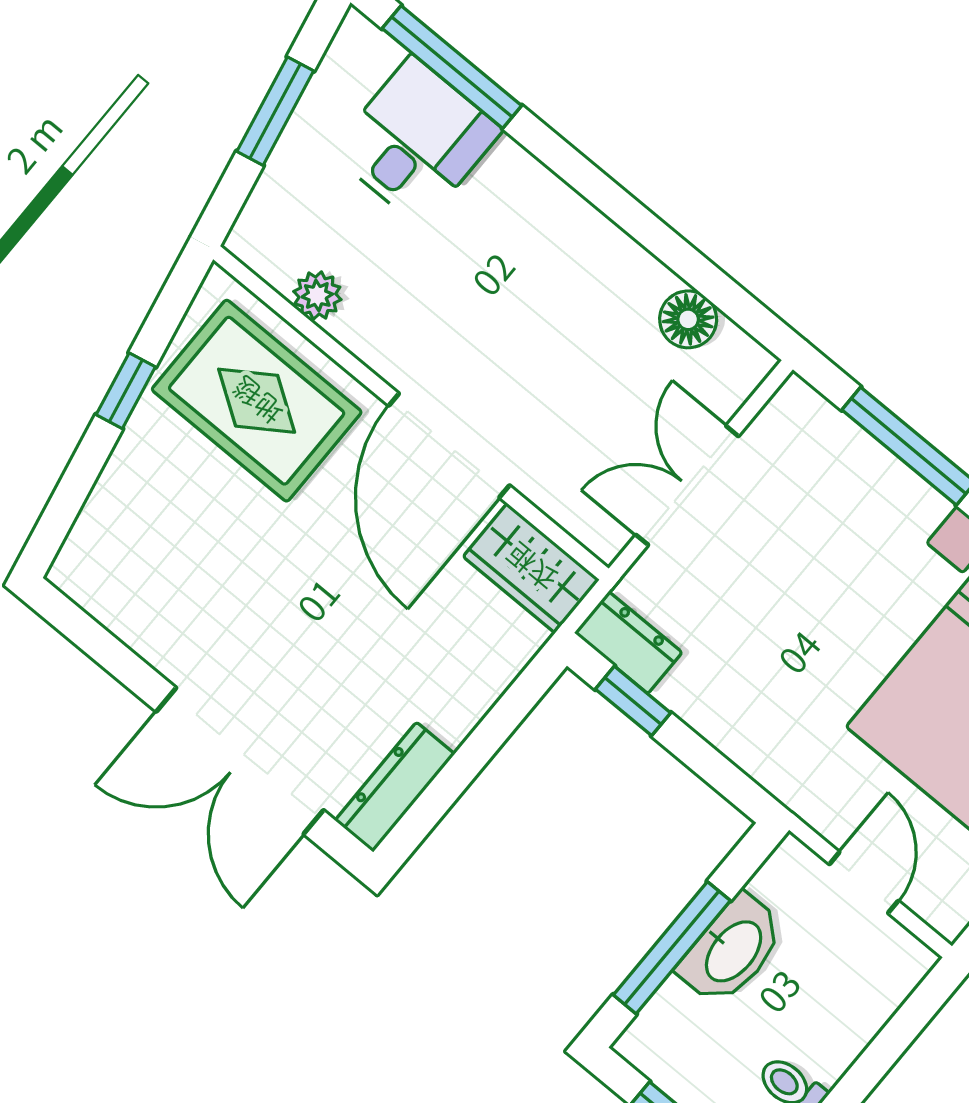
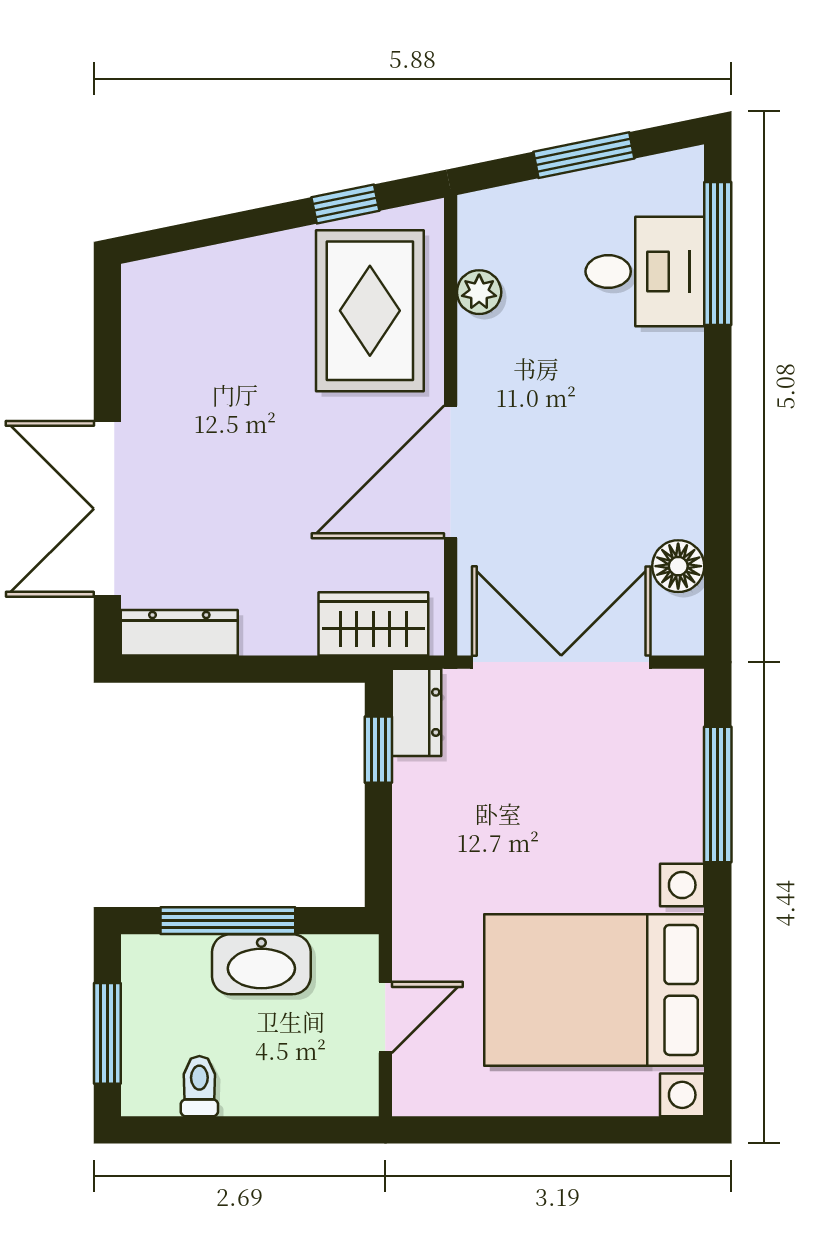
window: (126, 391) -> (345, 204), moved
double door: (687, 485) -> (561, 662), width x1.37
wardrobe: (531, 568) -> (373, 624), moved, turned 90

